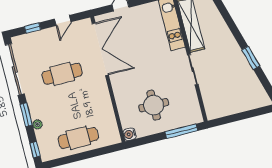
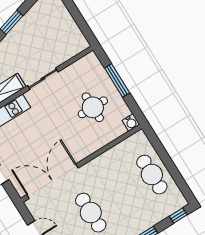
plant: (37, 124) -> (151, 221), removed
window: (181, 131) -> (117, 80), moved

